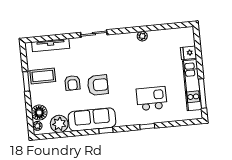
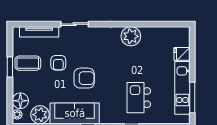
sliding door: (94, 34) -> (75, 24), moved
plant: (142, 36) -> (131, 36), width x1.87, depth x1.87
armchair: (72, 83) -> (58, 63), moved
kitchen island: (152, 99) -> (139, 98), turned -90

